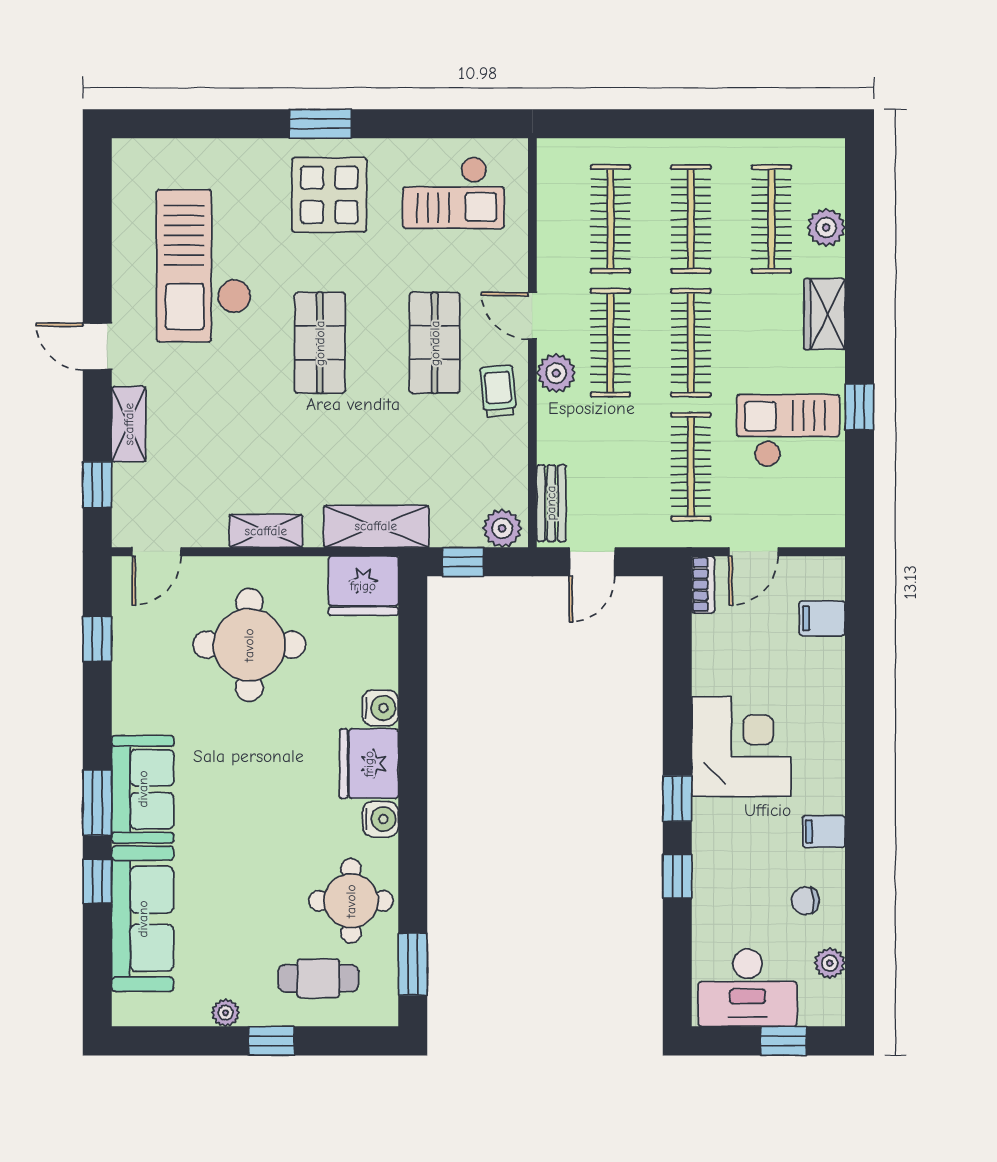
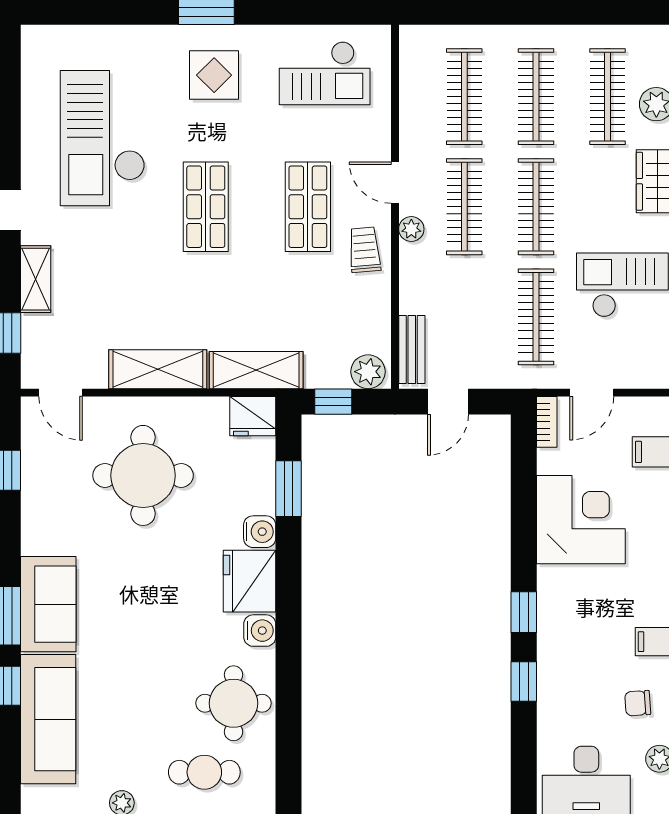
display table: (329, 195) -> (214, 75), width x0.73, depth x0.73
plant: (556, 373) -> (411, 229), width x0.73, depth x0.73
shelving: (266, 531) -> (158, 369), width x1.50, depth x1.33
door: (157, 552) -> (61, 393), hinge flipped
fridge: (363, 586) -> (253, 416), width x0.73, depth x0.75
corner desk: (741, 747) -> (581, 520), moved
window: (413, 964) -> (288, 489), moved

